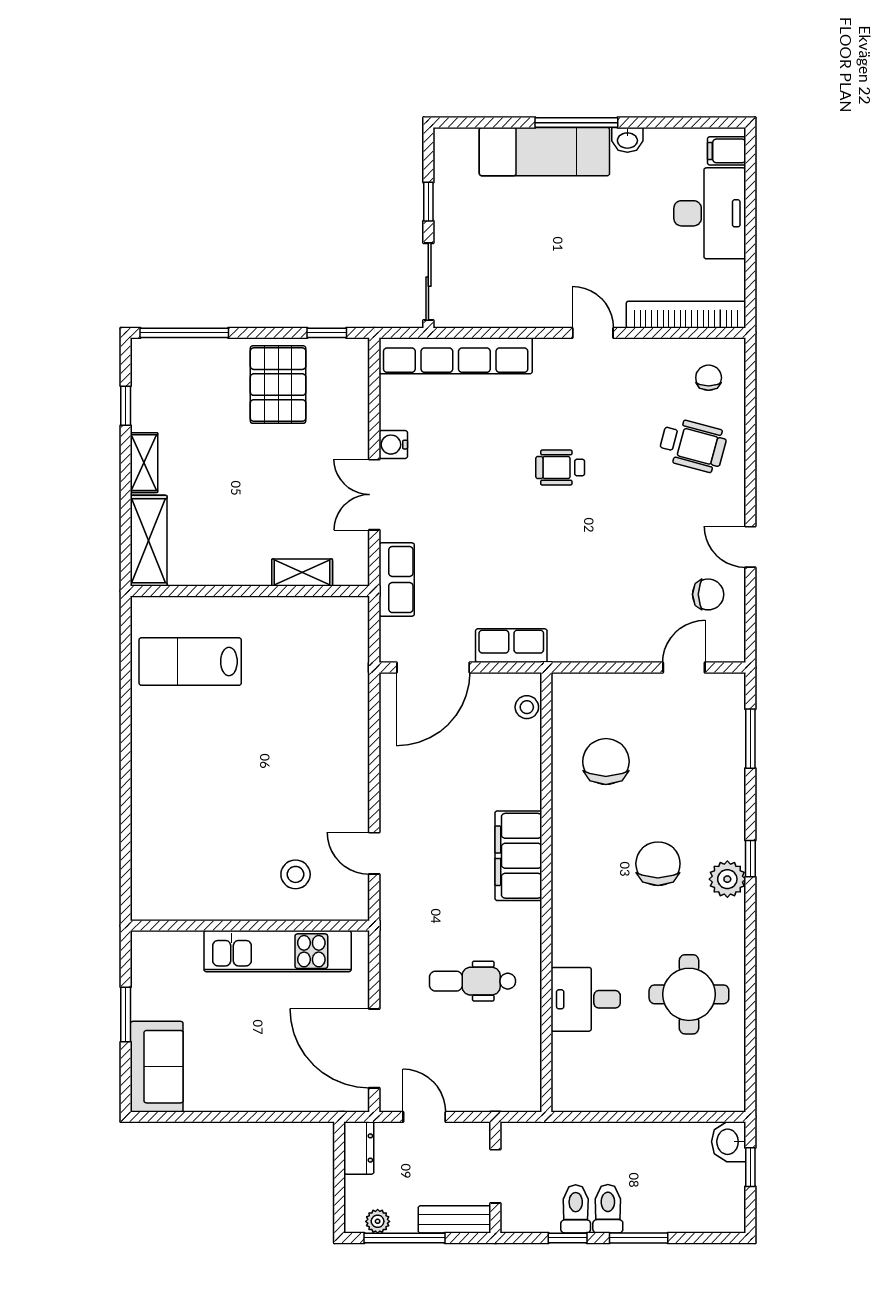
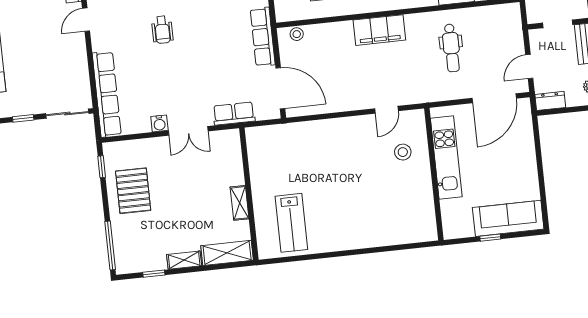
pallet: (278, 385) -> (133, 191), turned 90
shelving: (302, 573) -> (240, 203), moved
row of seats: (511, 646) -> (263, 37), width x1.48
window: (126, 1015) -> (490, 238), width x0.67
sofa: (157, 1067) -> (508, 218), width x1.36

